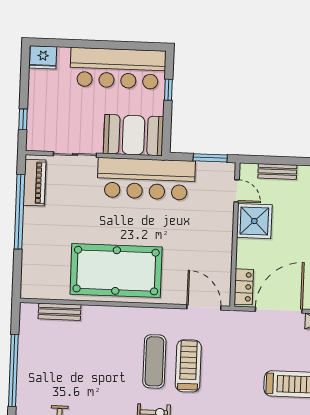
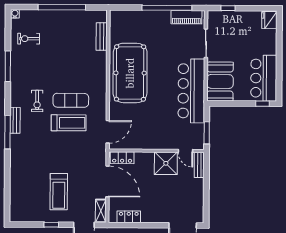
bar counter: (118, 68) -> (264, 78), width x0.73
window: (168, 90) -> (263, 104), moved
bench: (277, 171) -> (199, 165), moved
door: (237, 191) -> (185, 151), hinge flipped

